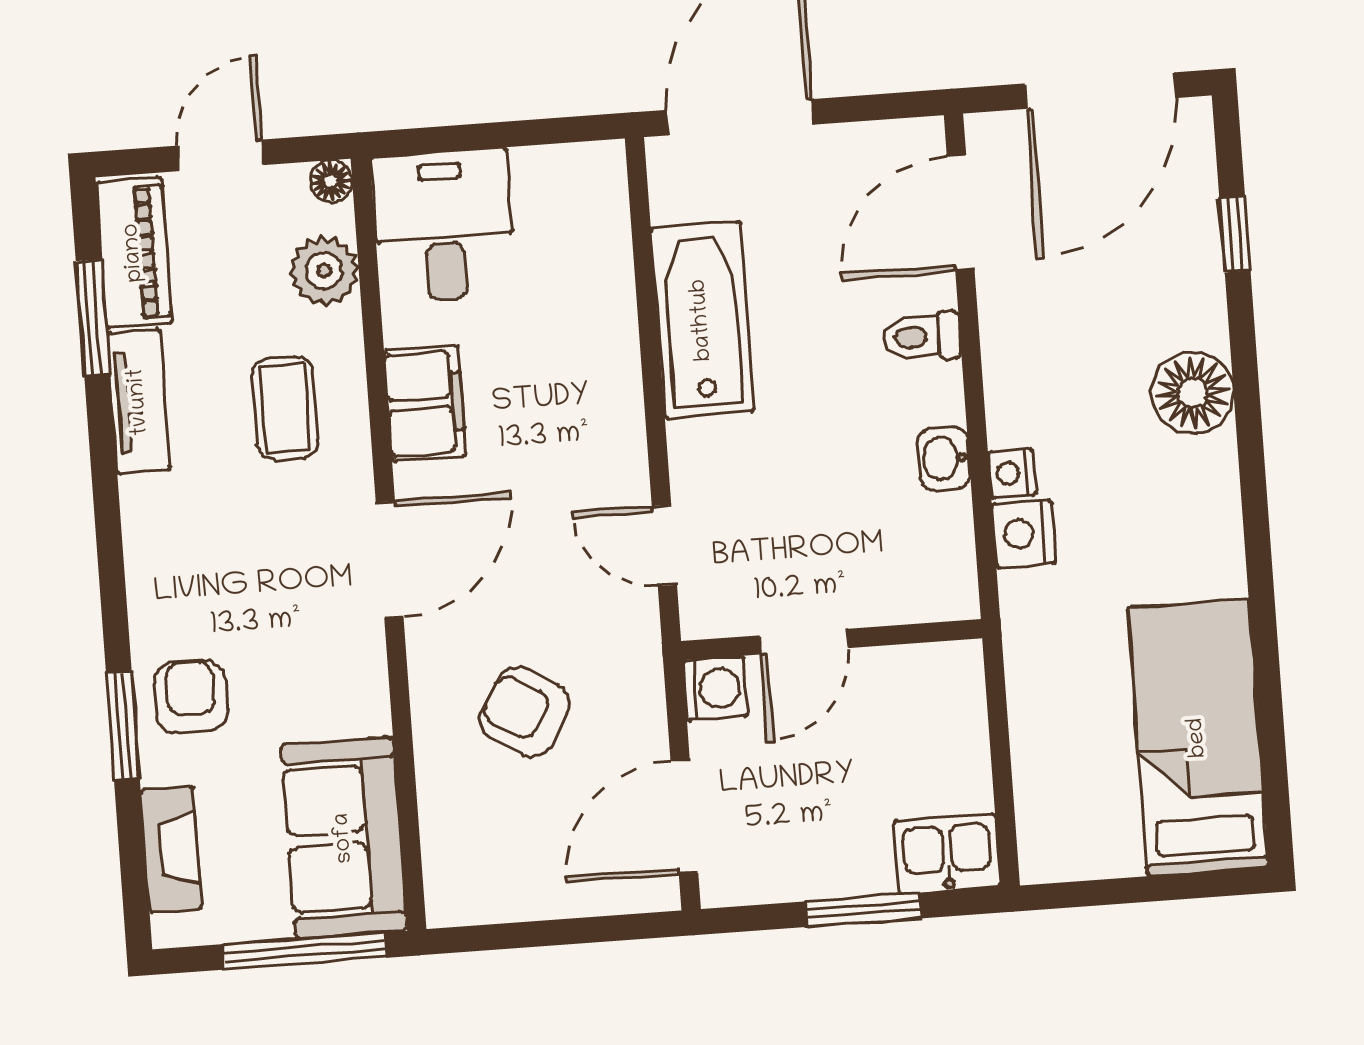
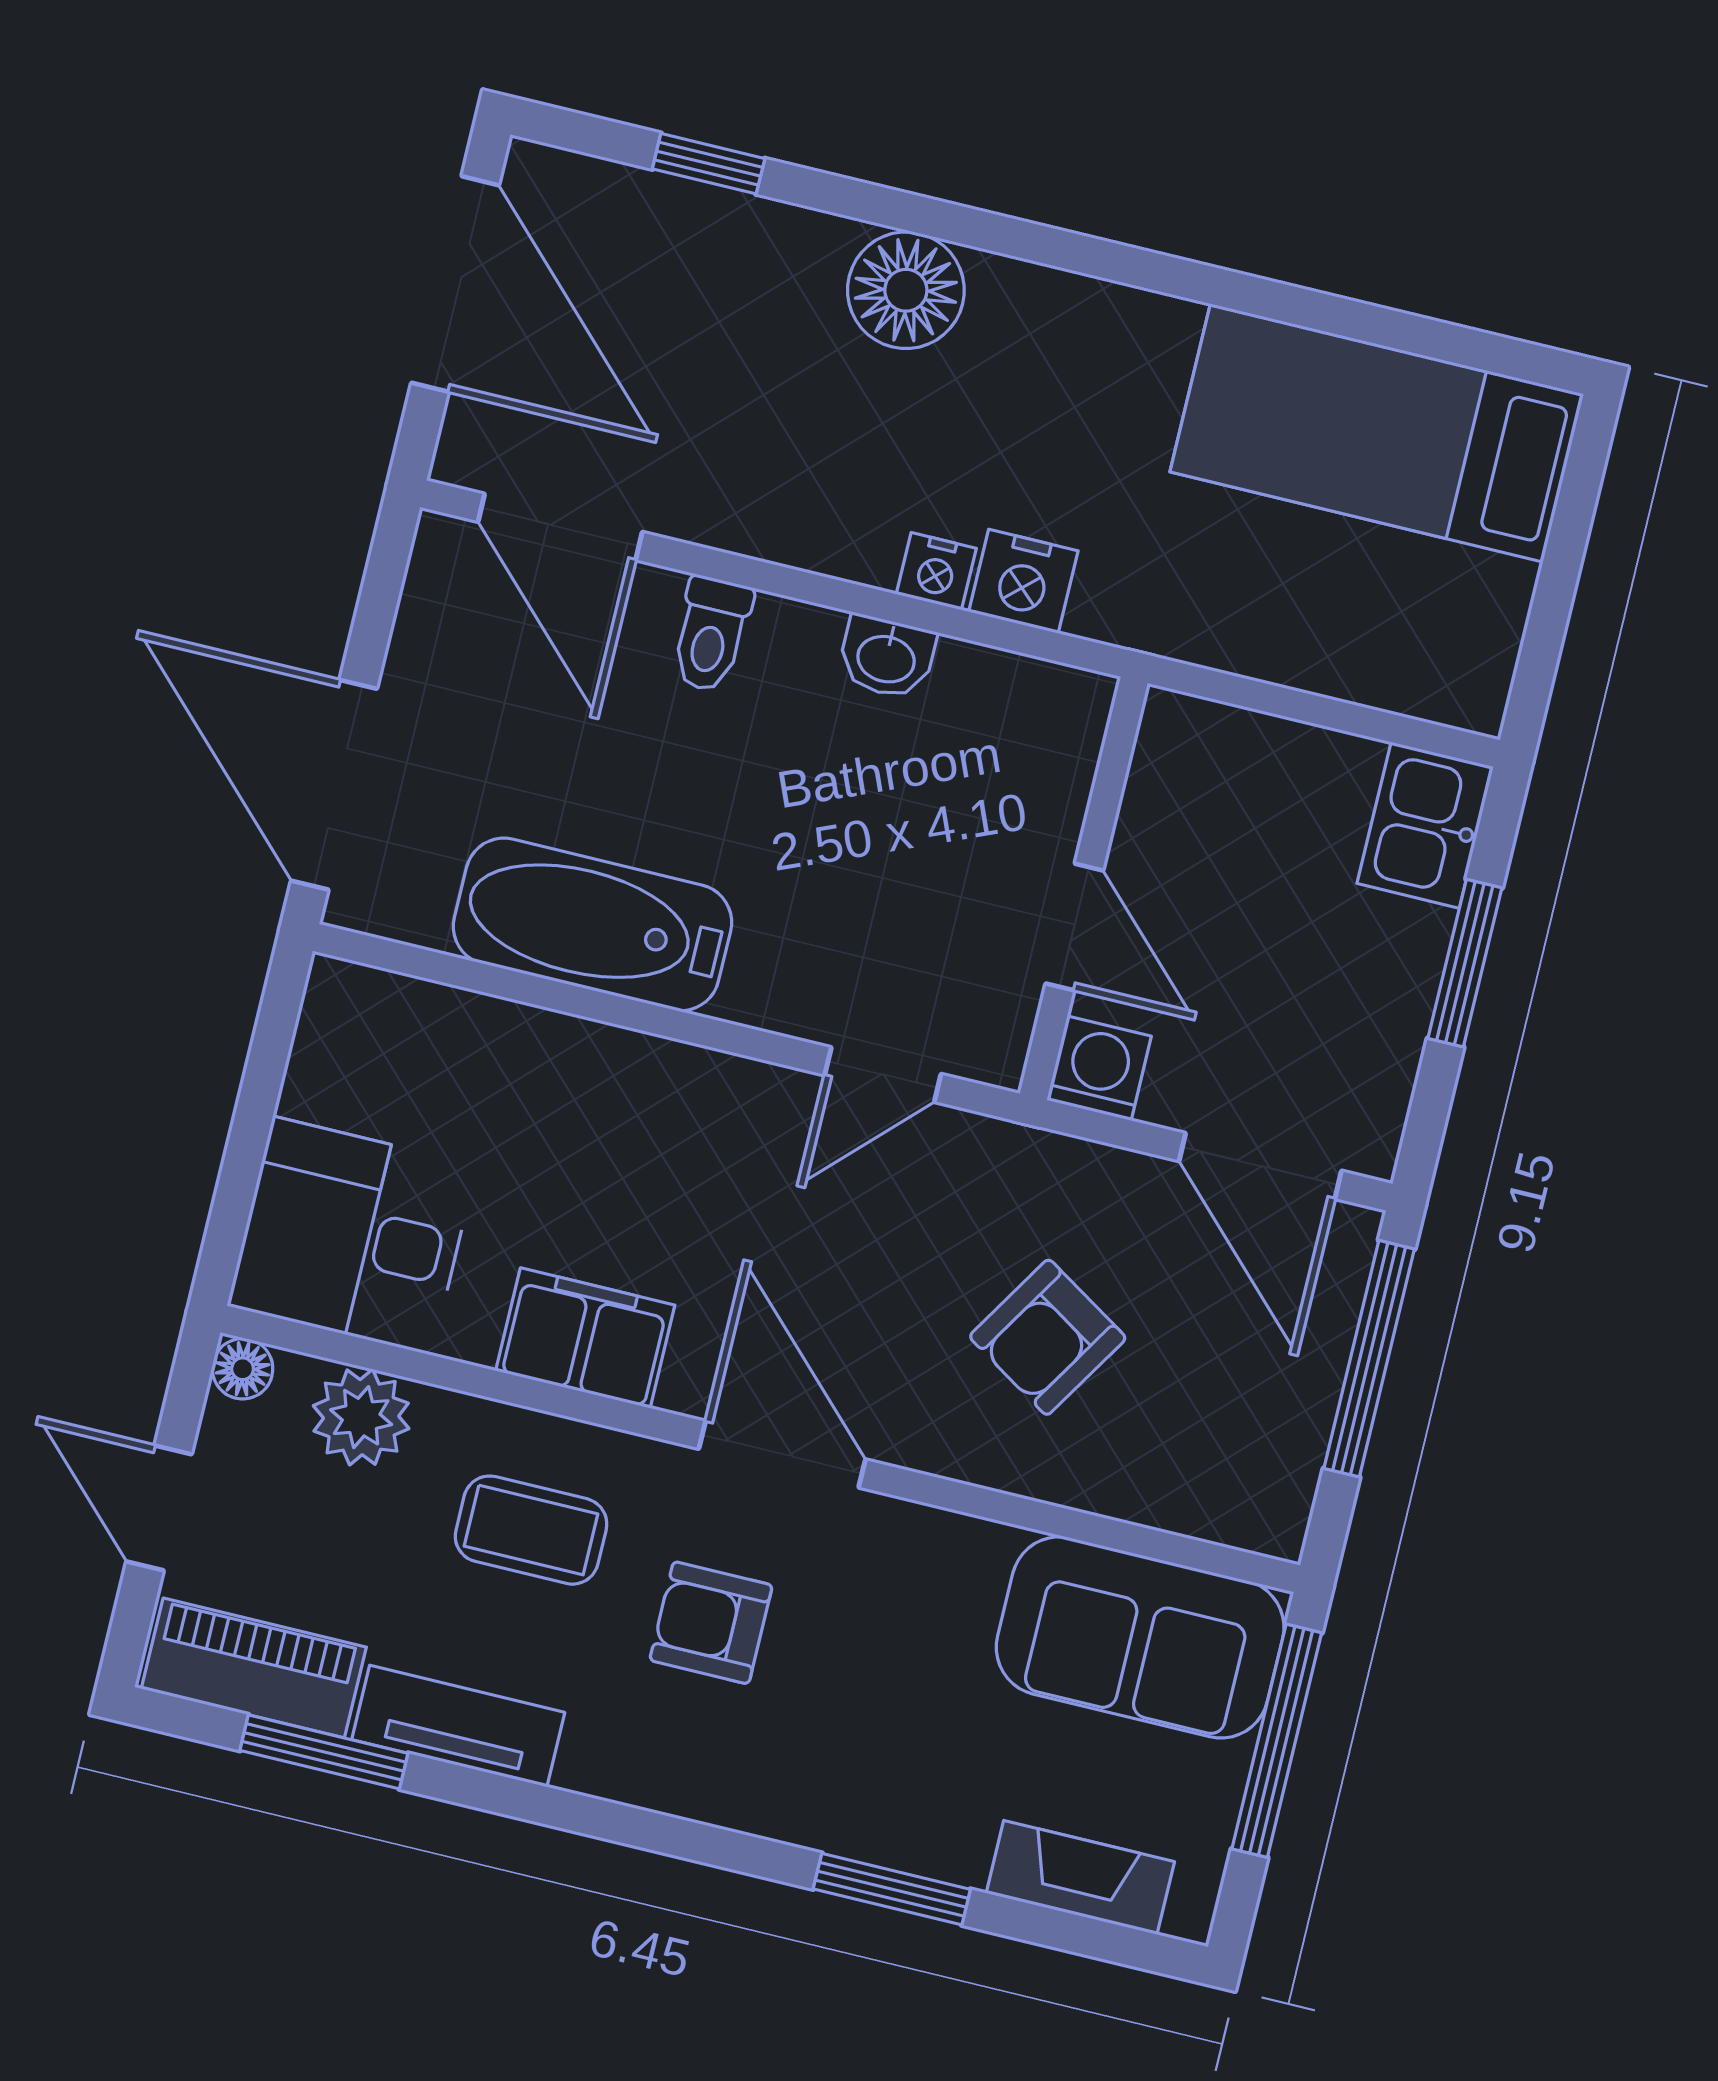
armchair: (191, 697) -> (711, 1623), moved
window: (579, 931) -> (1369, 1359), added

